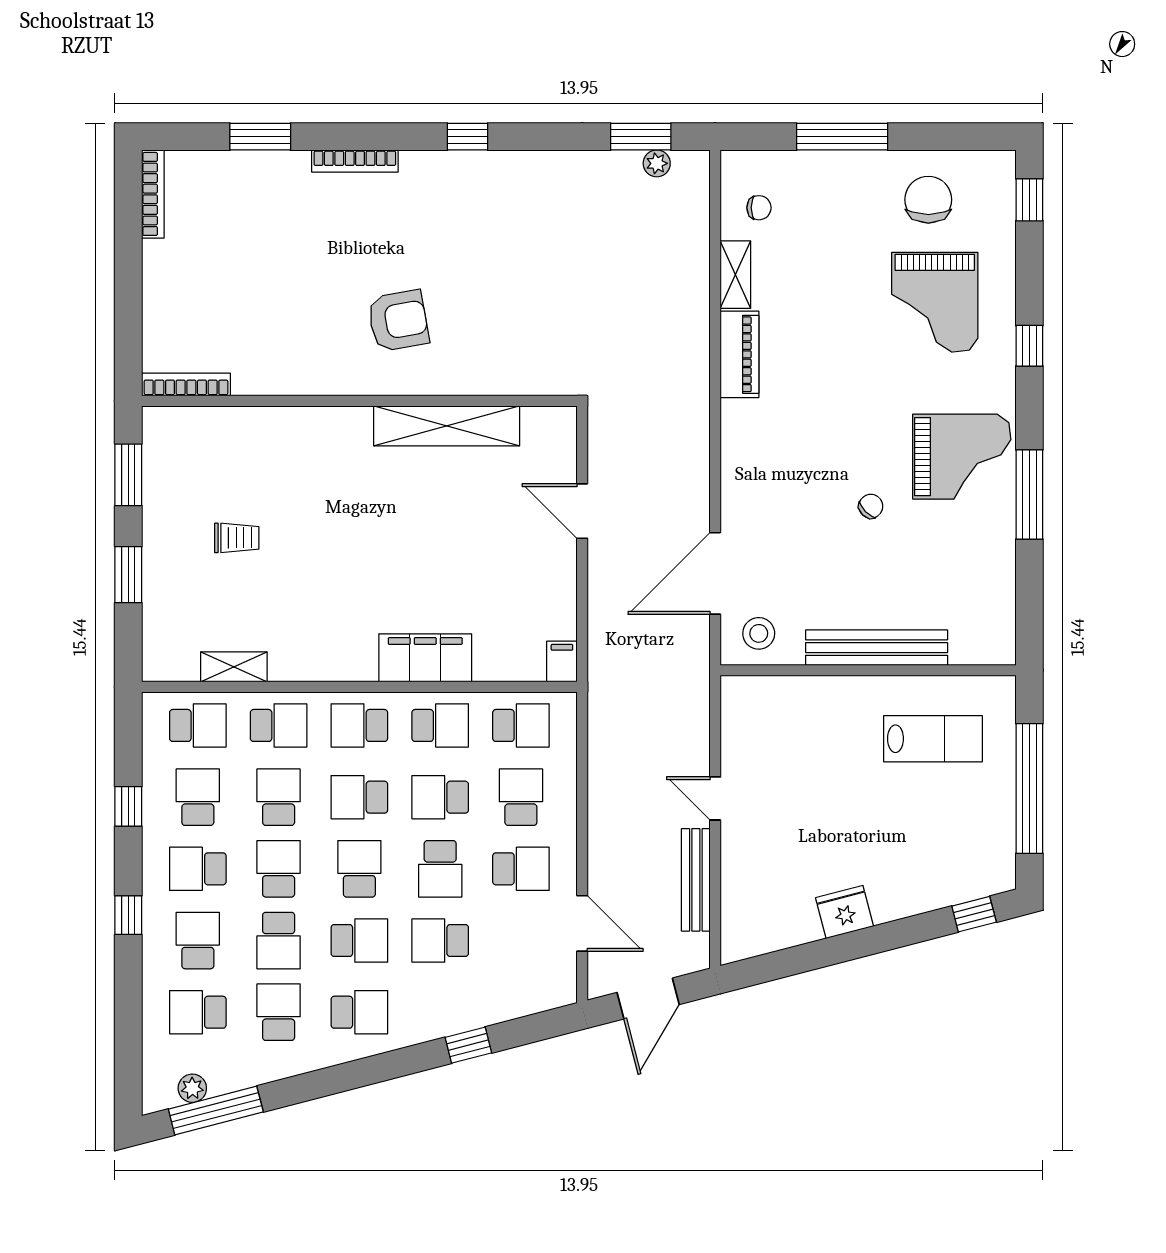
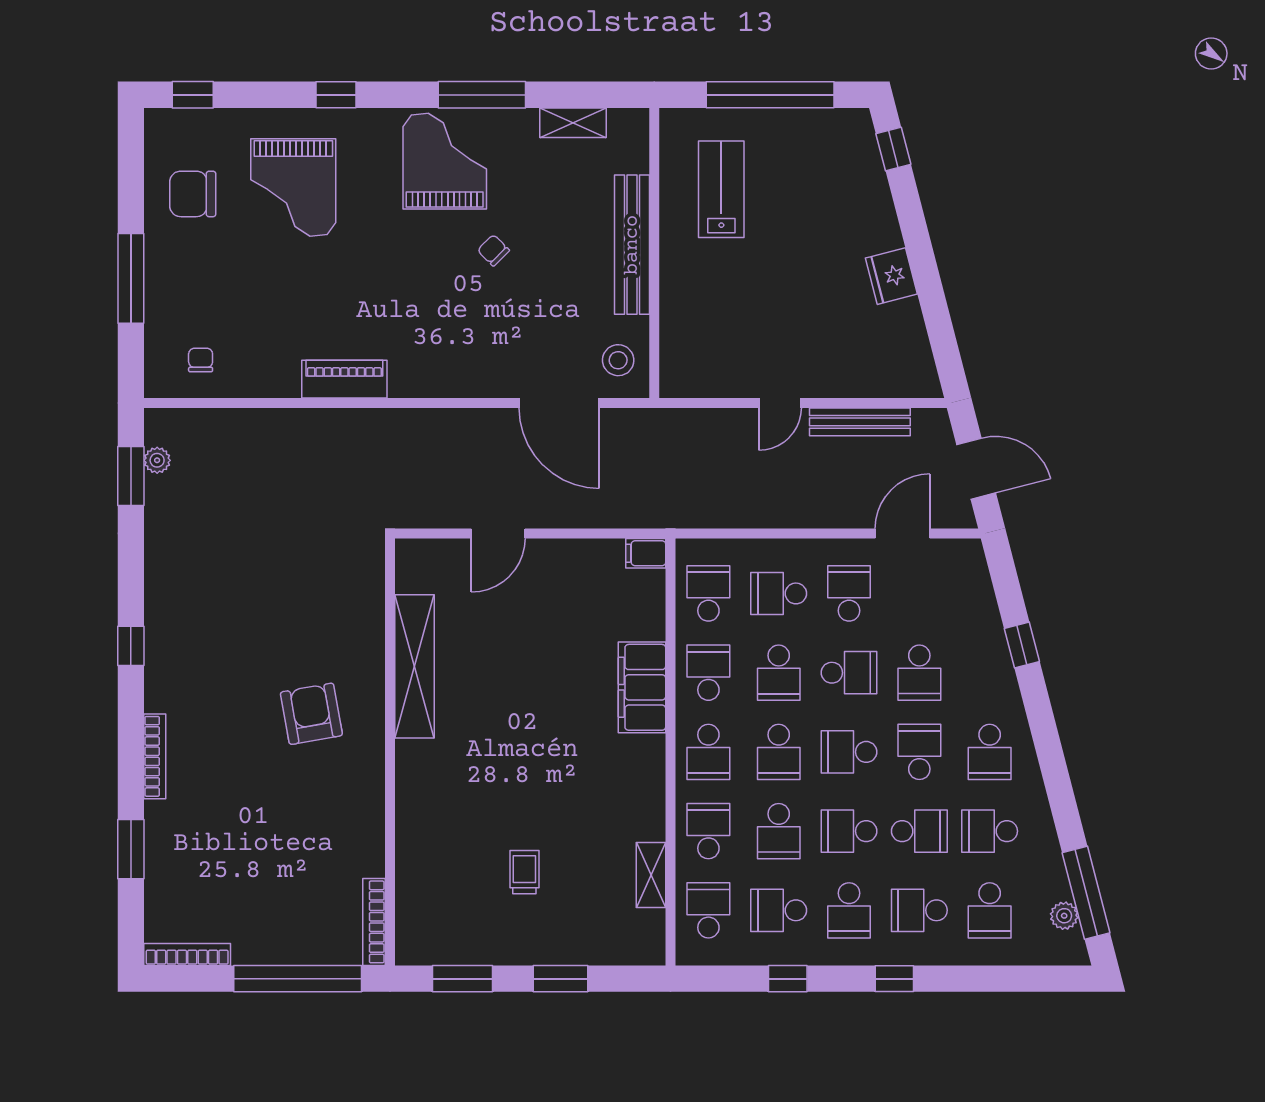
shelving: (735, 275) -> (573, 123), moved
grand piano: (935, 302) -> (293, 188), turned 90
window: (128, 307) -> (298, 979), added
school desk: (279, 797) -> (779, 831), turned -90
school desk: (359, 1012) -> (990, 752), turned 180

